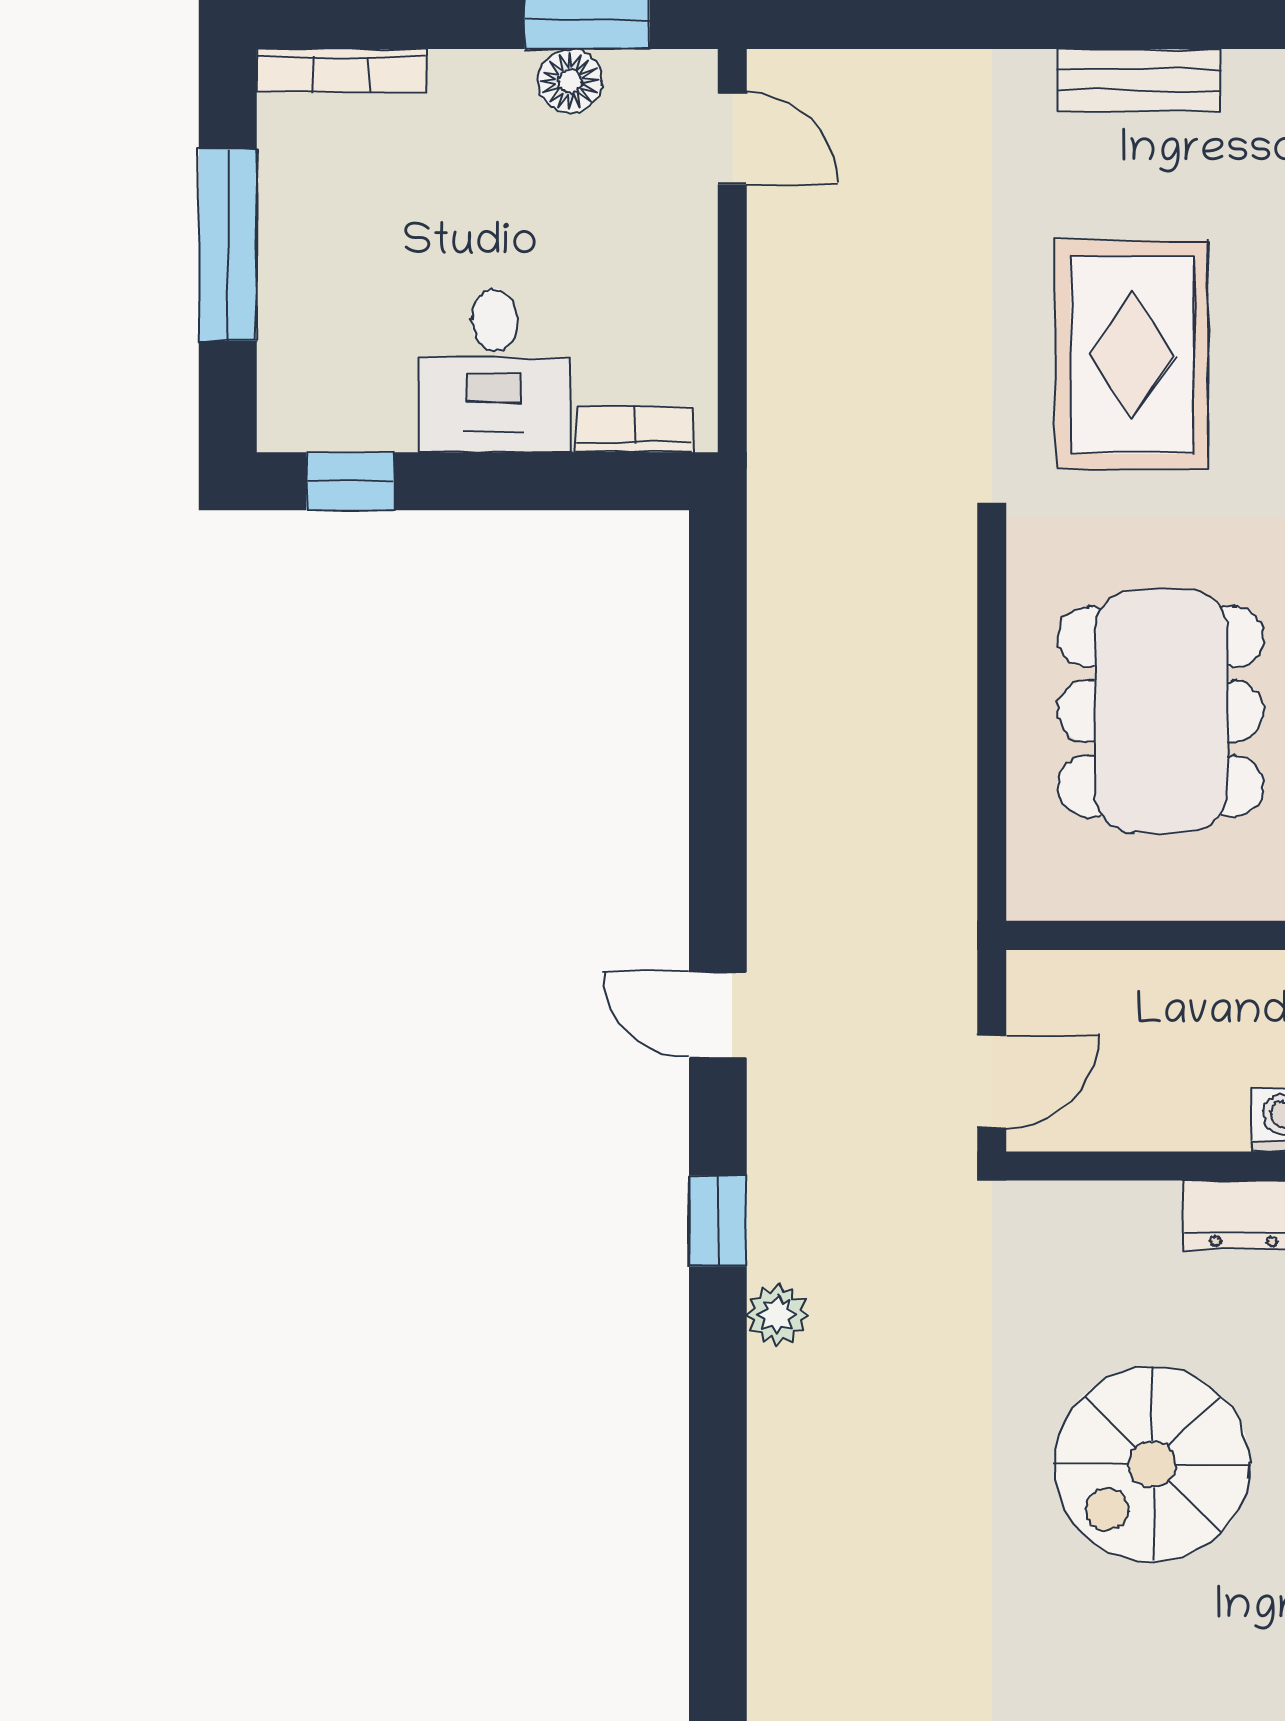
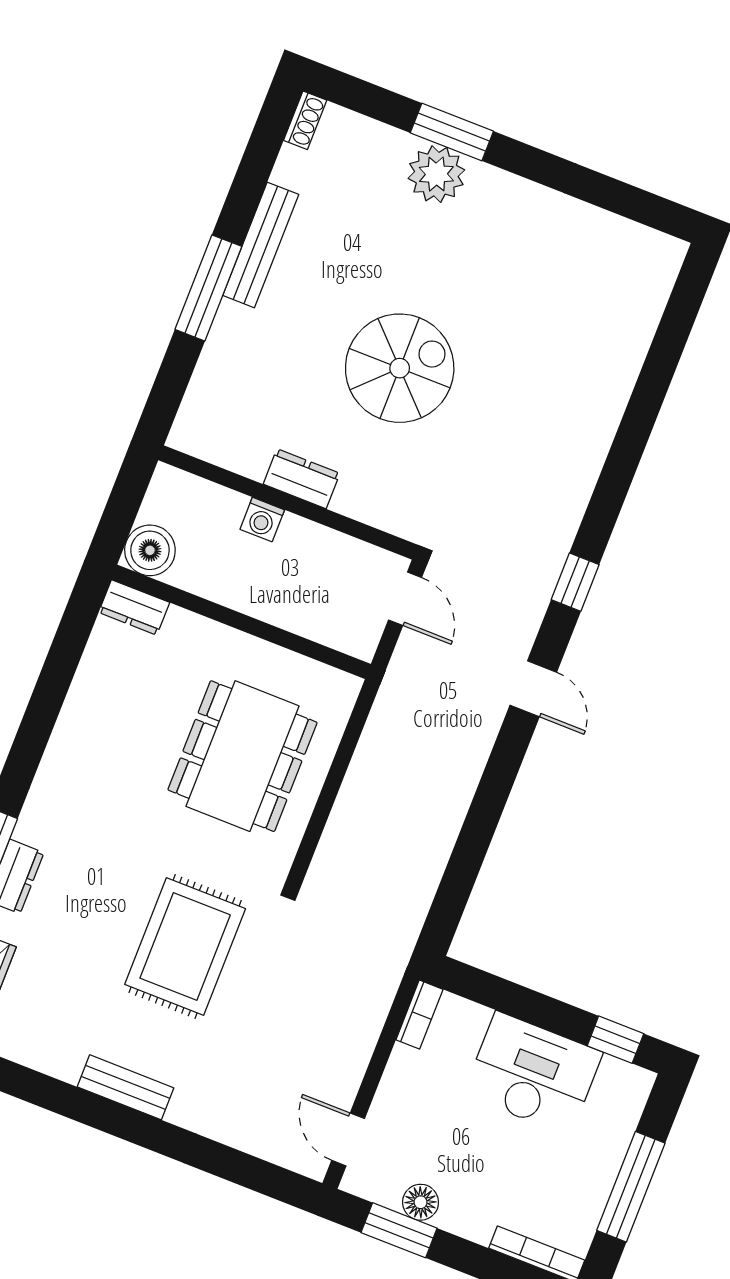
desk: (494, 370) -> (533, 1074), width x1.37
bookcase: (634, 429) -> (419, 1015), moved, turned -90
door: (992, 1082) -> (405, 599), swing flipped
plant: (777, 1315) -> (563, 522), removed

